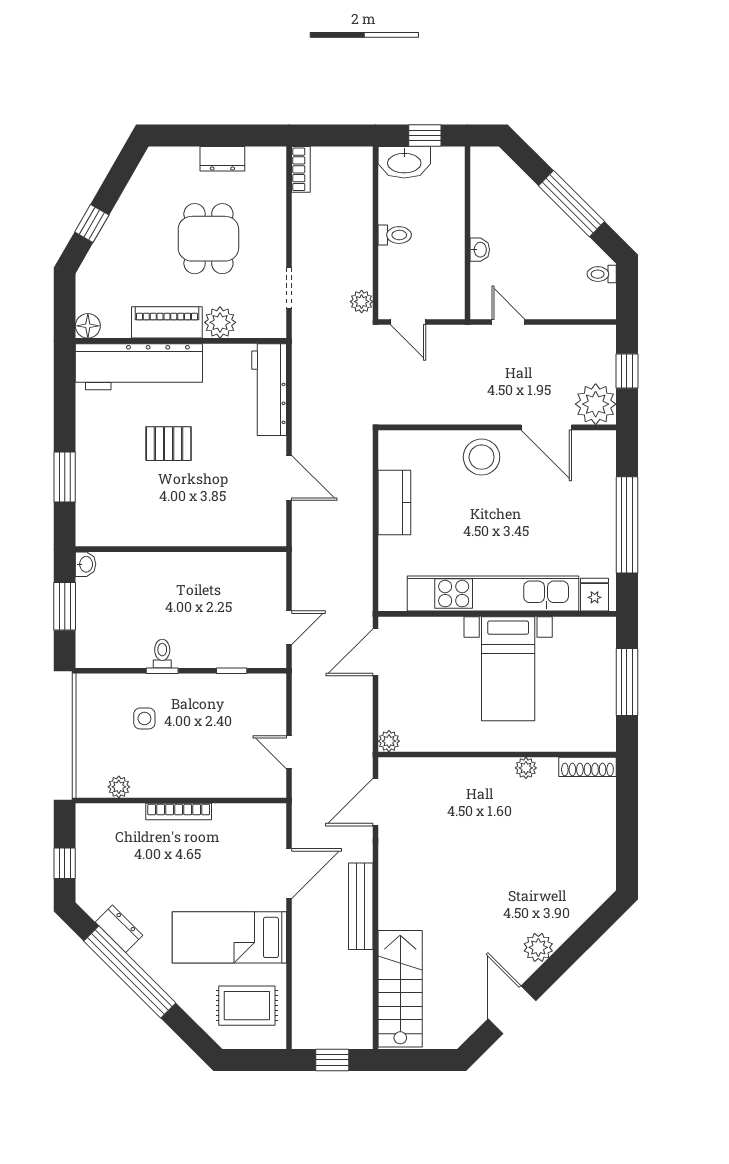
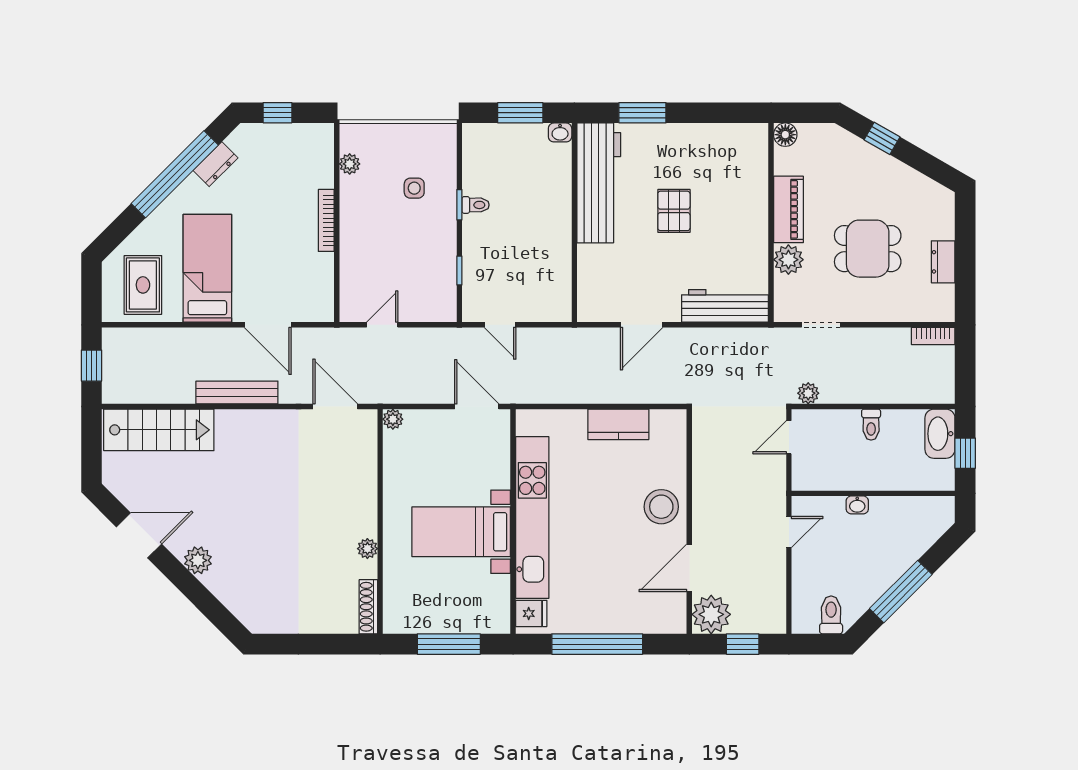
toilet: (602, 274) -> (831, 615), width x1.37, depth x1.39
workbench: (139, 367) -> (599, 183), moved, turned 180

